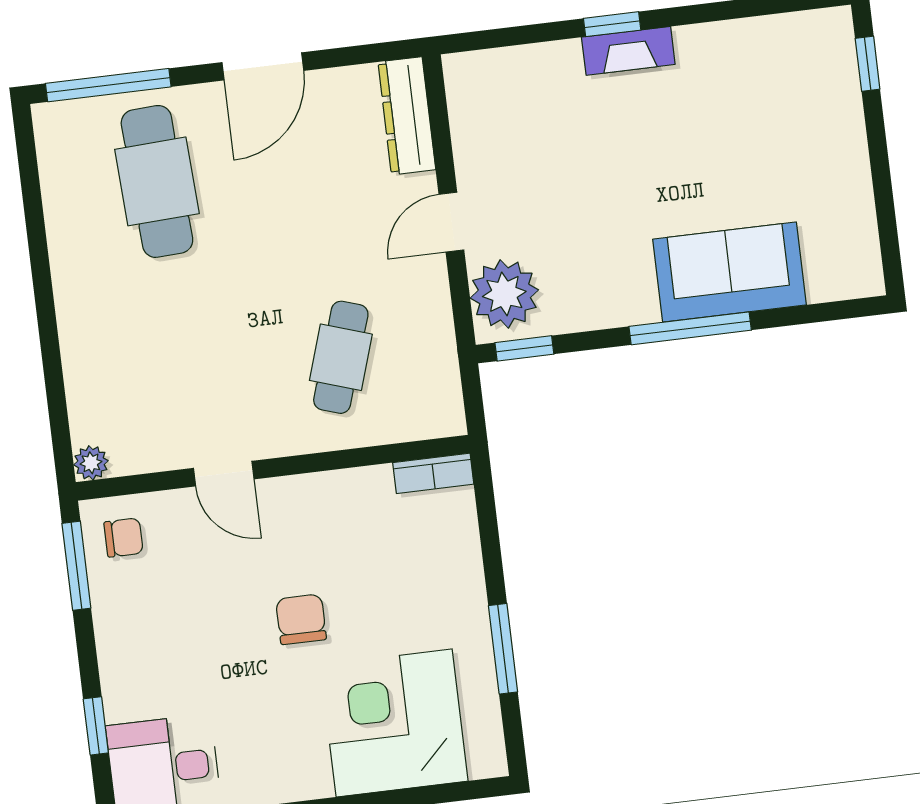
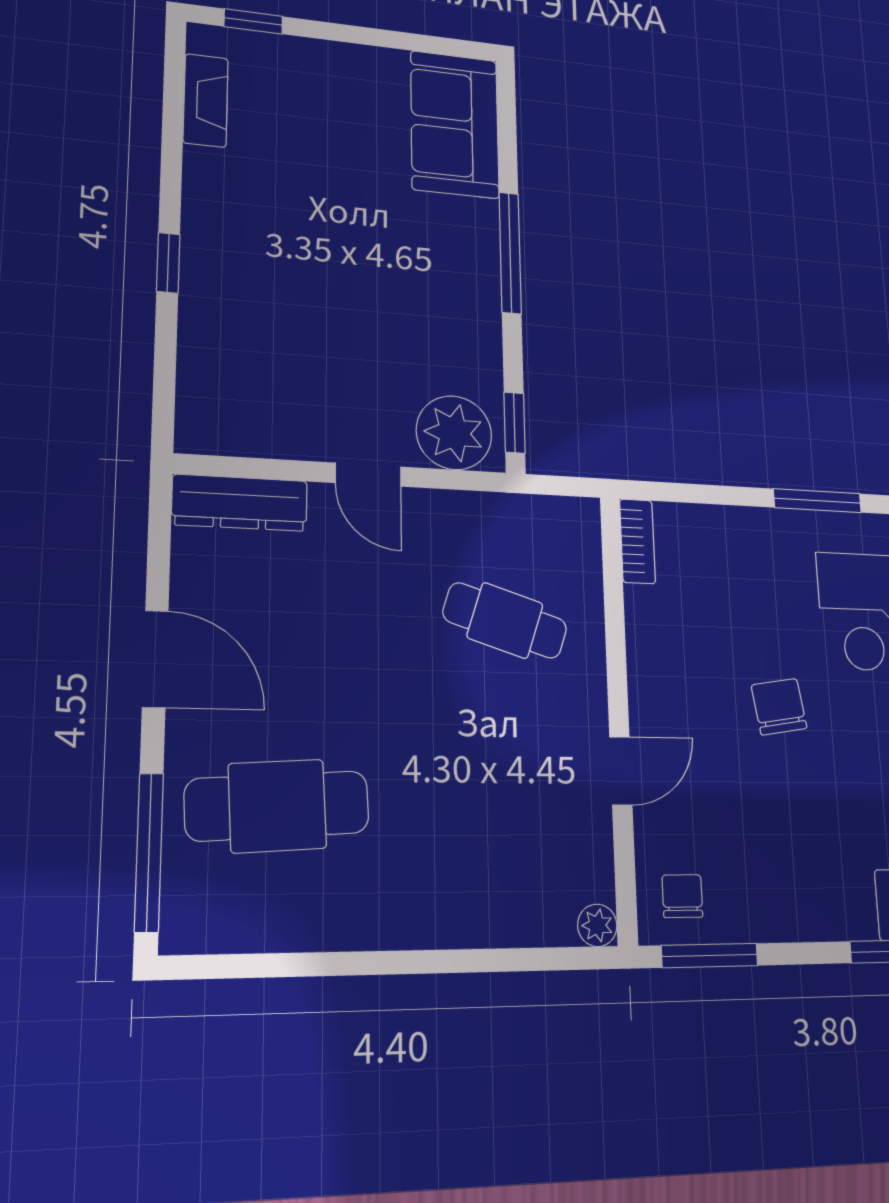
fireplace: (628, 51) -> (206, 100), moved
sofa: (730, 272) -> (455, 124), moved
chair: (301, 619) -> (779, 707), turned 81

